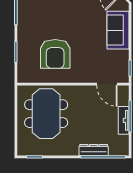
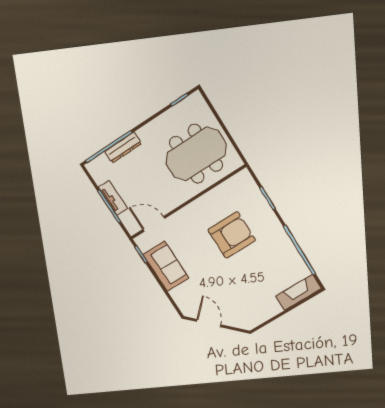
sofa: (118, 30) -> (166, 266), moved
armchair: (55, 54) -> (232, 235), moved, turned 90
meeting table: (46, 114) -> (196, 154), turned 90

